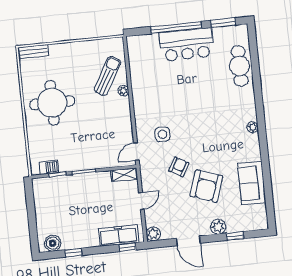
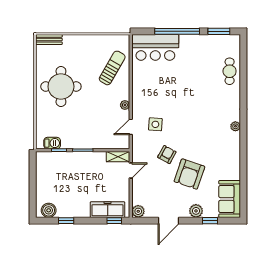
bar counter: (187, 45) -> (155, 47), moved
cafe table: (240, 66) -> (230, 71), width x0.73, depth x0.74
plant: (123, 91) -> (125, 105), moved
door: (136, 152) -> (131, 127), moved
sofa: (252, 183) -> (230, 199), moved
door: (141, 201) -> (131, 171), moved
door: (188, 241) -> (168, 221), hinge flipped

